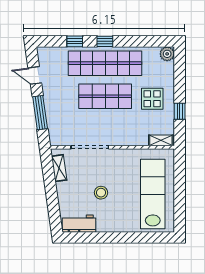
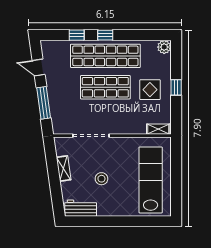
window: (180, 111) -> (176, 87), moved
shelving: (59, 168) -> (64, 168), moved

